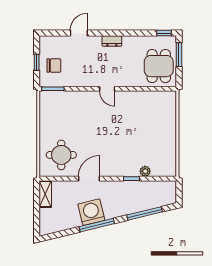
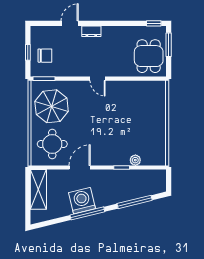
dresser: (112, 41) -> (91, 31), moved
parasol: (61, 117) -> (52, 106), added
shelving: (45, 194) -> (38, 189), width x1.50, depth x1.33

